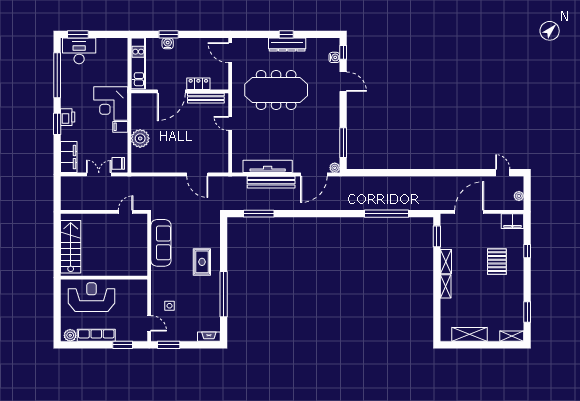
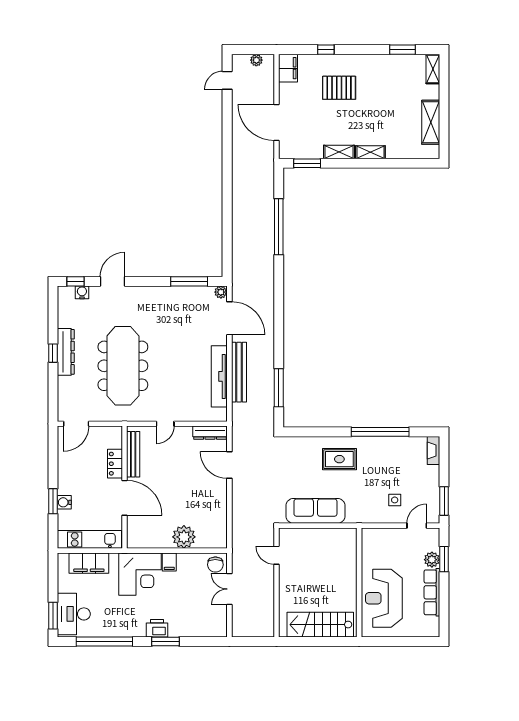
filing cabinet: (69, 157) -> (89, 563), moved, turned 180
dresser: (223, 159) -> (210, 433), added
door: (197, 174) -> (229, 465), swing flipped
plant: (70, 335) -> (432, 560), moved

